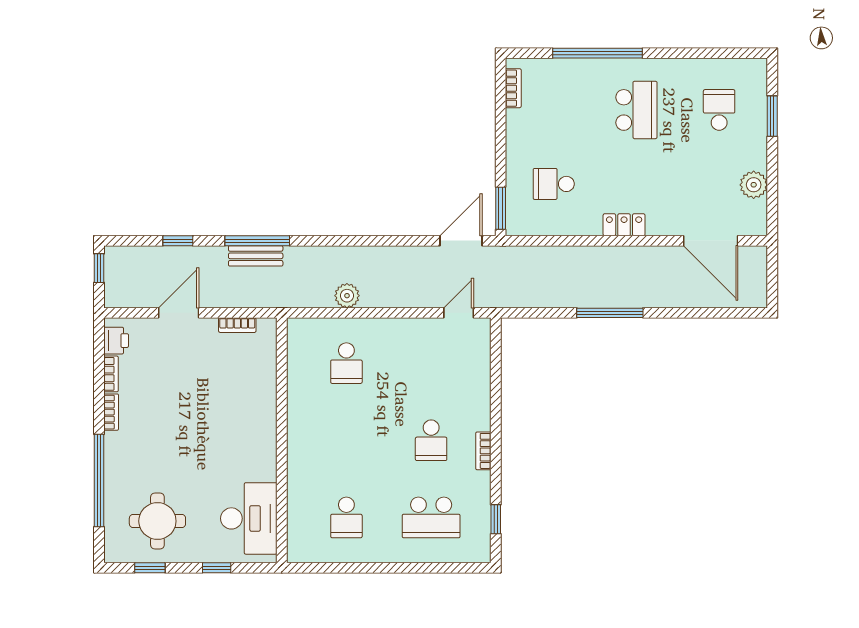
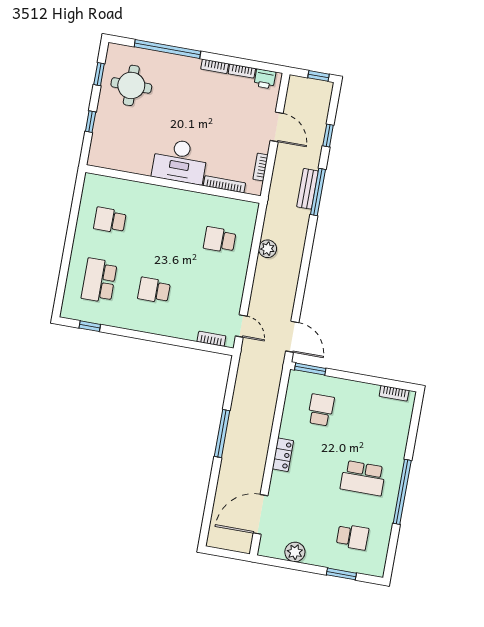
window: (598, 53) -> (402, 492), moved
bookcase: (270, 370) -> (224, 184), added
bookcase: (483, 451) -> (211, 339), moved
desk: (249, 518) -> (180, 161), moved

